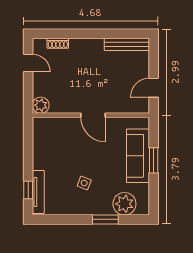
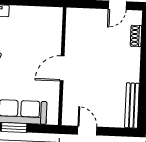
plant: (41, 105) -> (74, 16), removed

